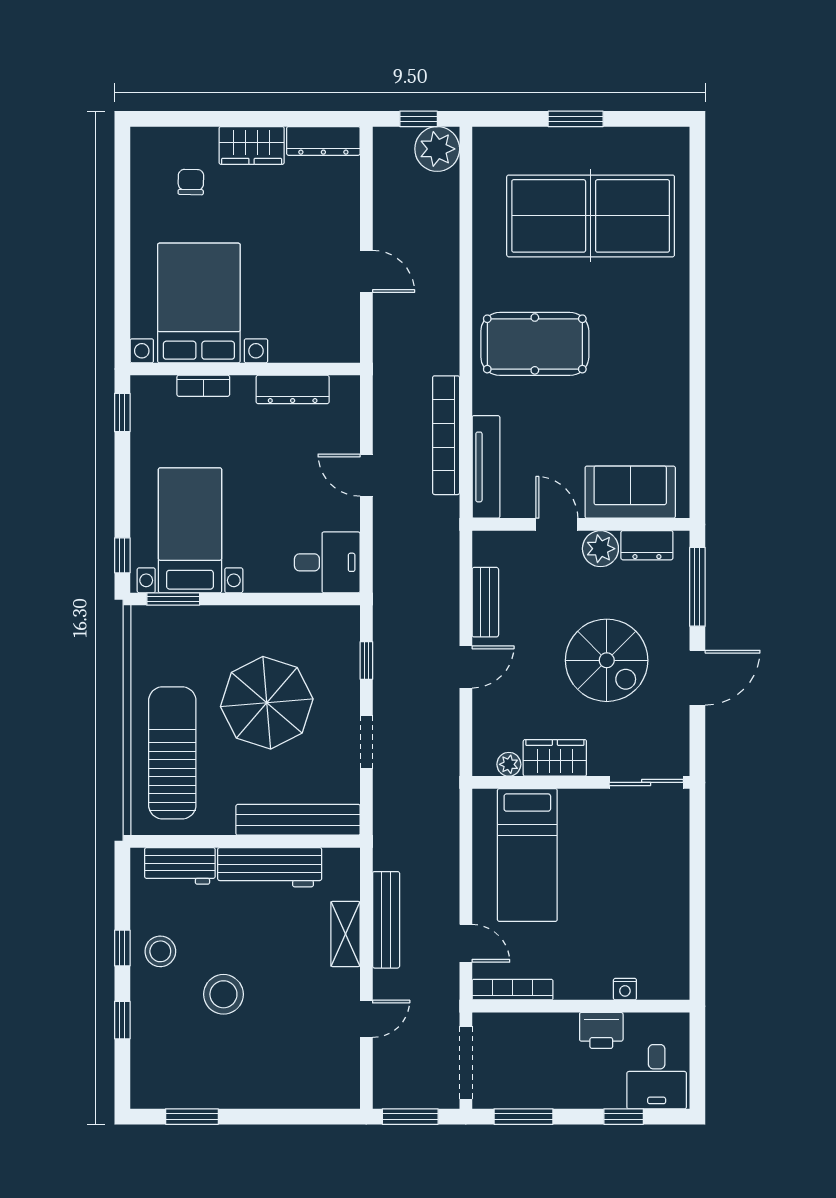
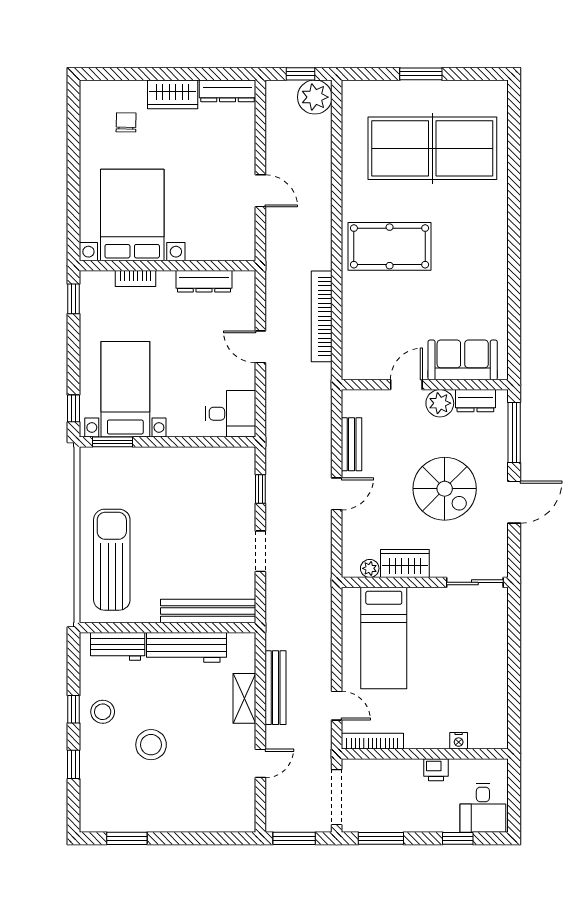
tv unit: (486, 467) -> (352, 341), removed
door: (557, 524) -> (406, 385), hinge flipped
parasol: (267, 703) -> (184, 521), removed
printer: (601, 1030) -> (436, 770), width x0.73, depth x0.81

